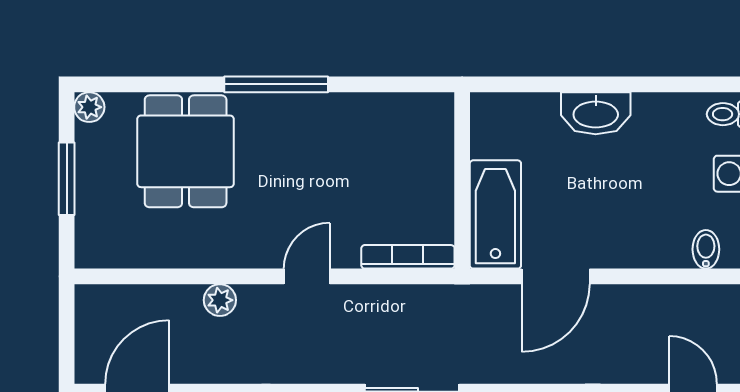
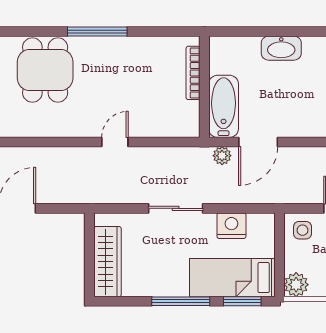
bookcase: (408, 257) -> (193, 73), moved, turned -90
plant: (220, 300) -> (222, 156), moved

